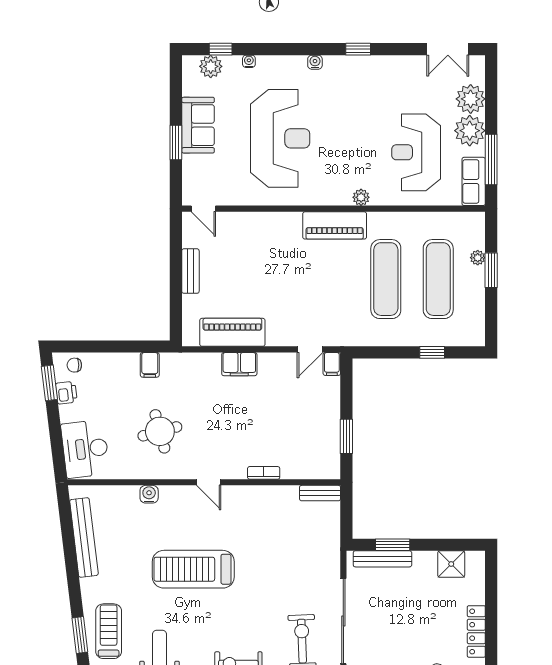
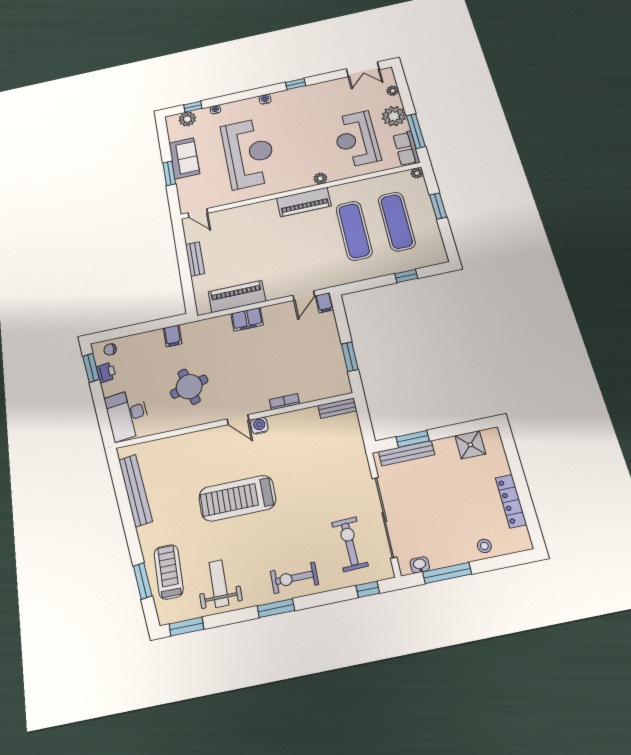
plant: (471, 99) -> (393, 91), width x0.53, depth x0.53
plant: (478, 258) -> (417, 173), moved
water cooler: (149, 494) -> (259, 426), moved

